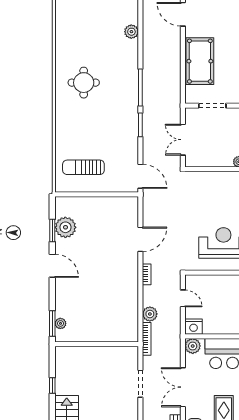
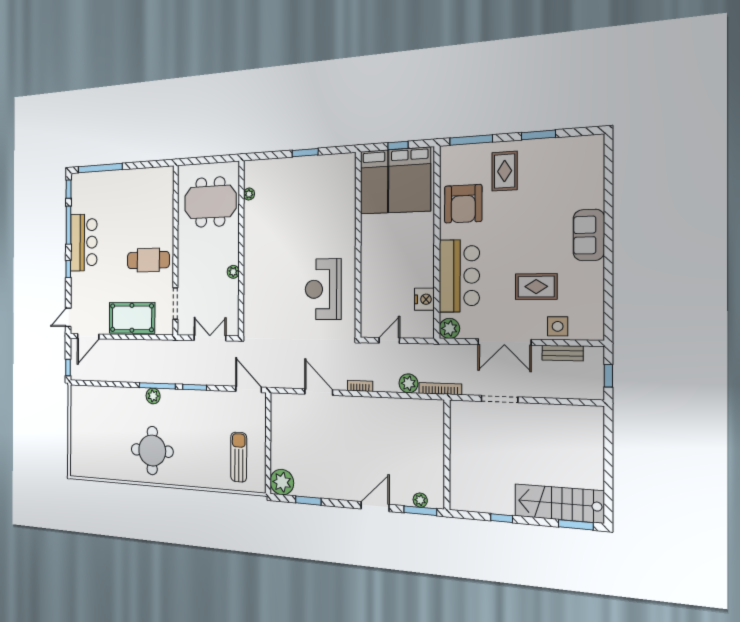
plant: (131, 32) -> (153, 396), moved
round table: (84, 83) -> (152, 451), width x1.36, depth x1.36
double door: (183, 140) -> (210, 338), swing flipped
sun lounger: (83, 167) -> (239, 457), turned 180
door: (140, 176) -> (249, 389), hinge flipped
plant: (65, 227) -> (282, 482), moved
door: (52, 266) -> (375, 507), moved
nightstand: (194, 327) -> (424, 299), moved

